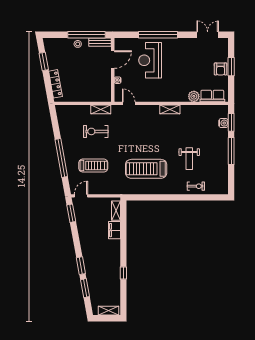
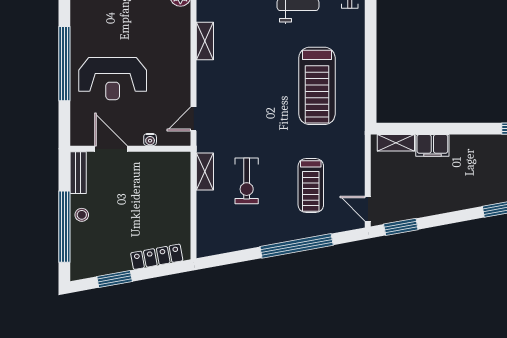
window: (87, 35) -> (64, 227), moved
treadmill: (93, 166) -> (311, 186), turned 180

